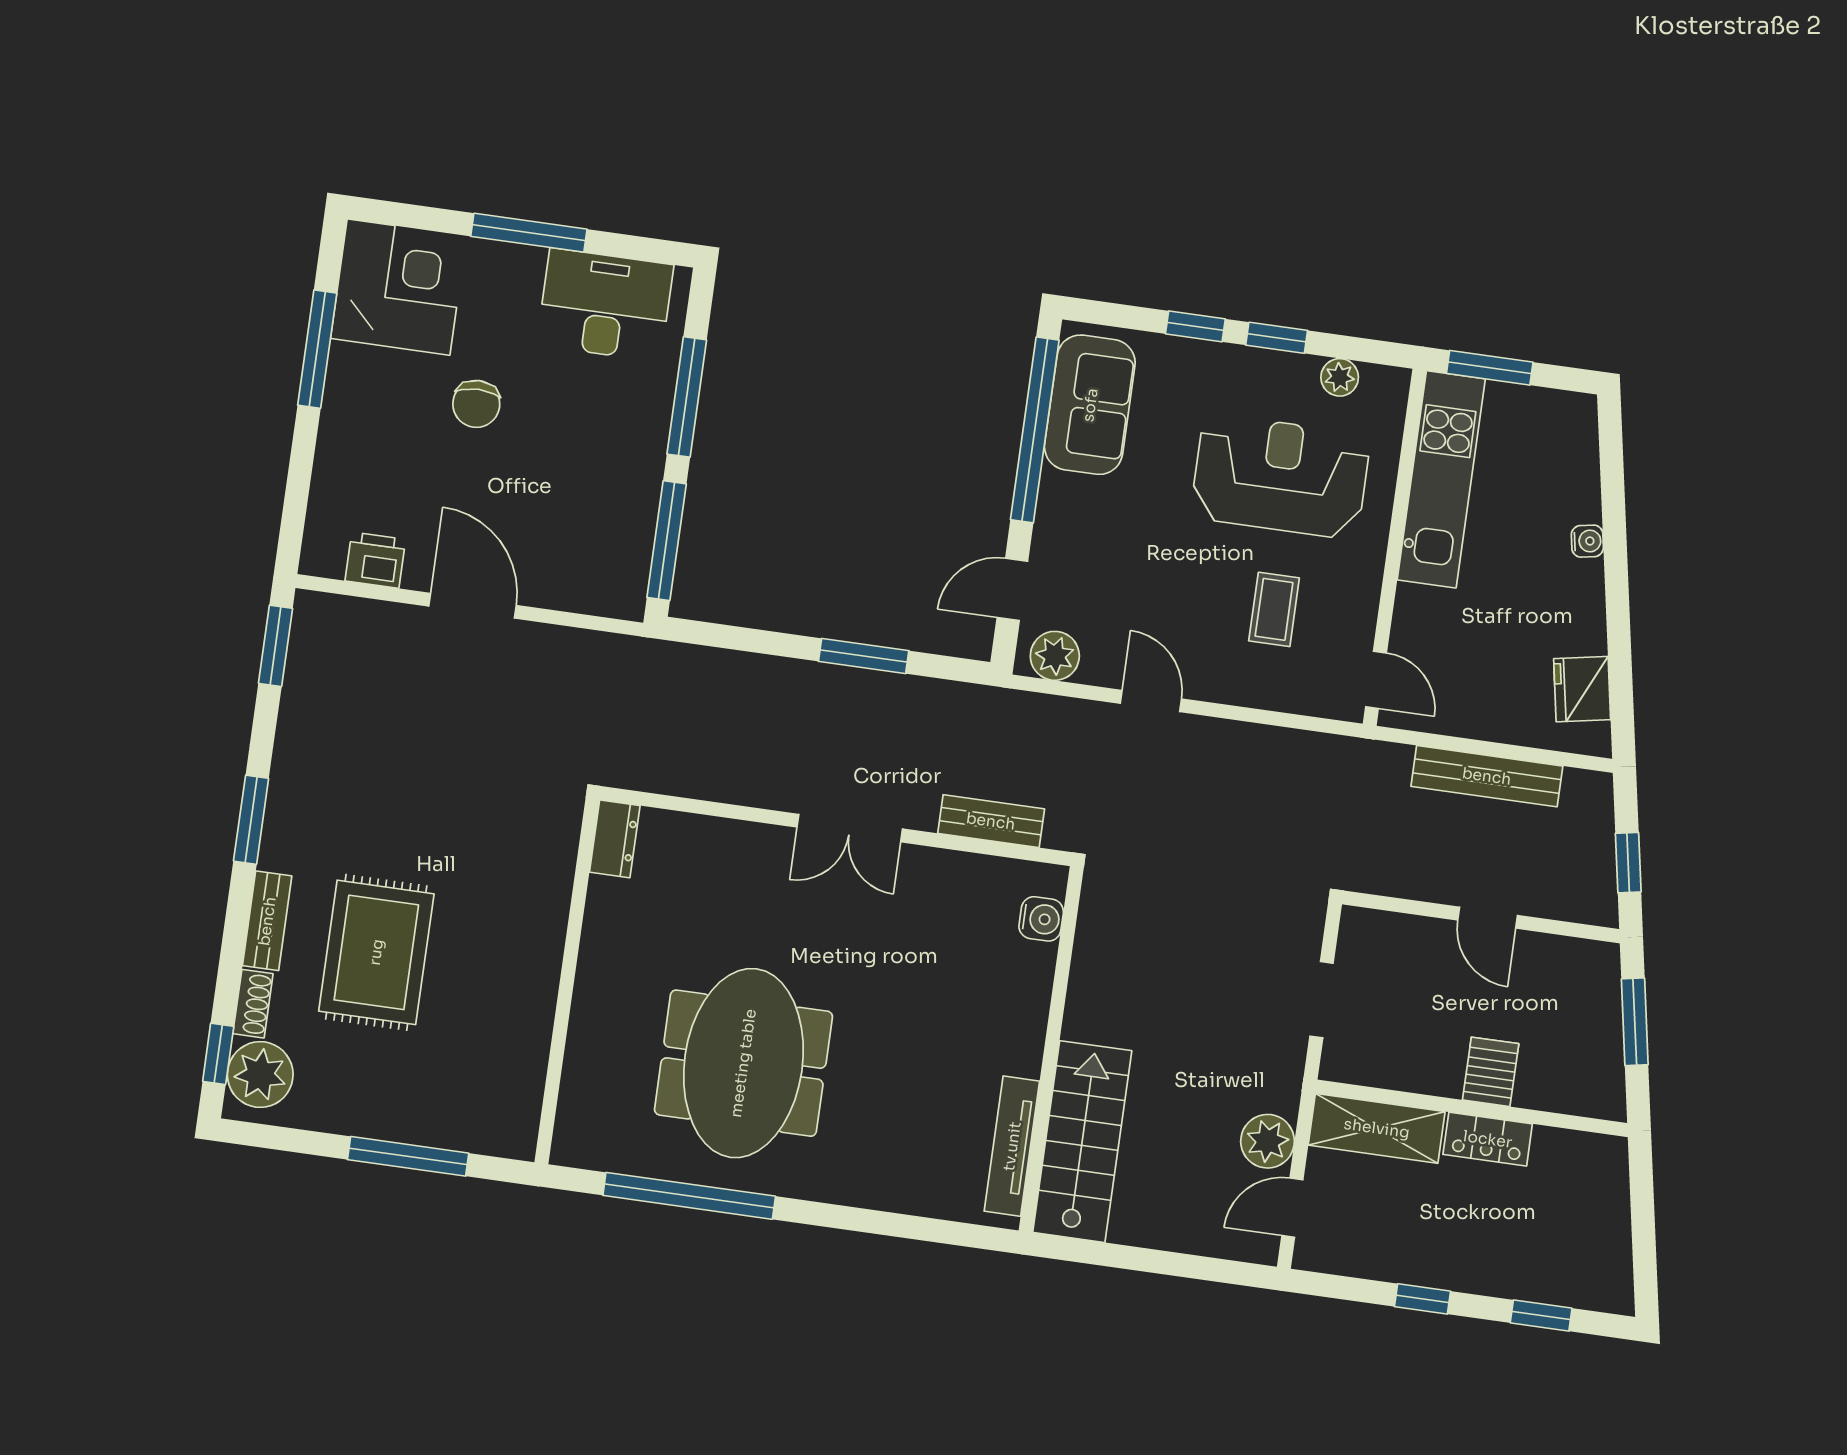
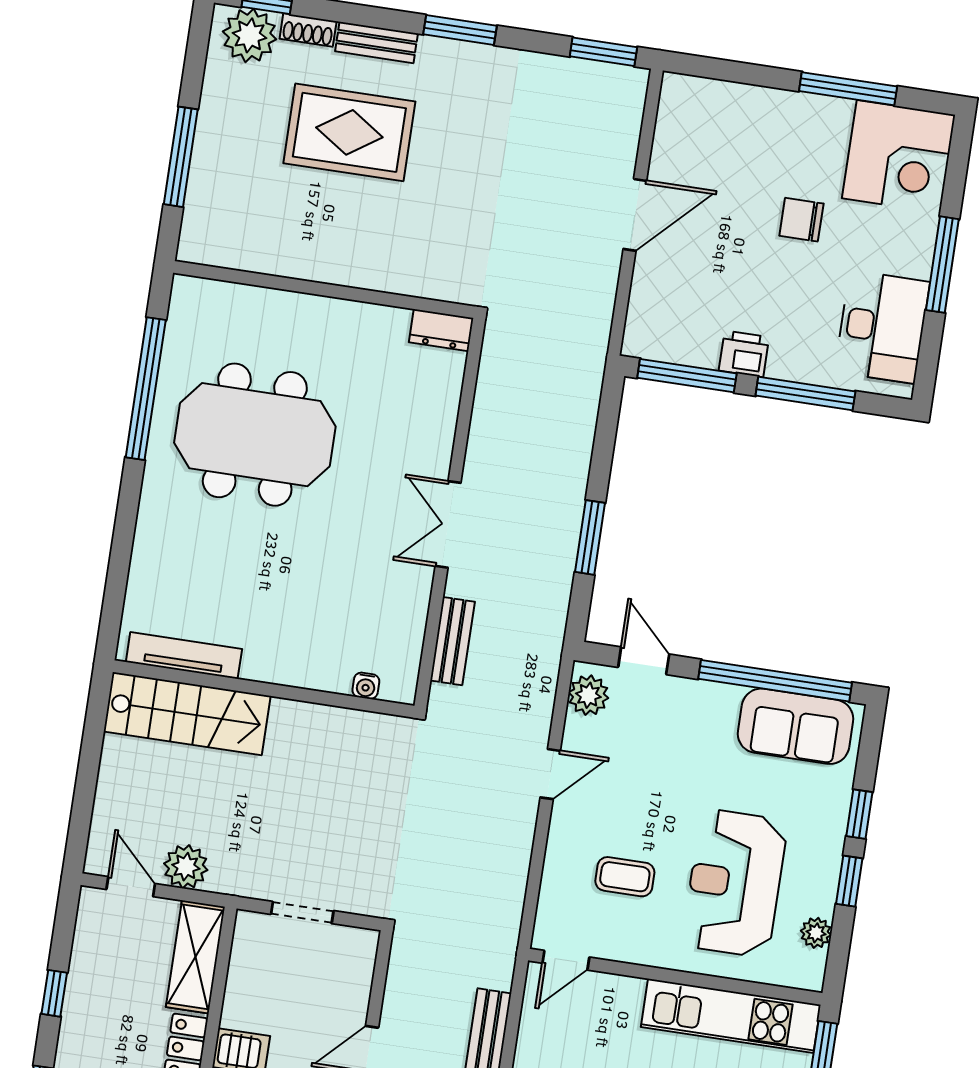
reception desk: (1280, 476) -> (735, 883), turned 180
printer: (375, 560) -> (744, 354), moved, turned -90
water cooler: (1041, 919) -> (366, 686), width x0.72, depth x0.72

